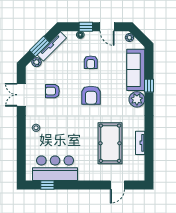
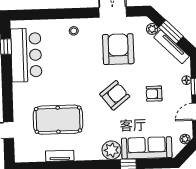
armchair: (52, 91) -> (118, 49), width x1.88, depth x1.88
armchair: (91, 95) -> (115, 95), turned 142

